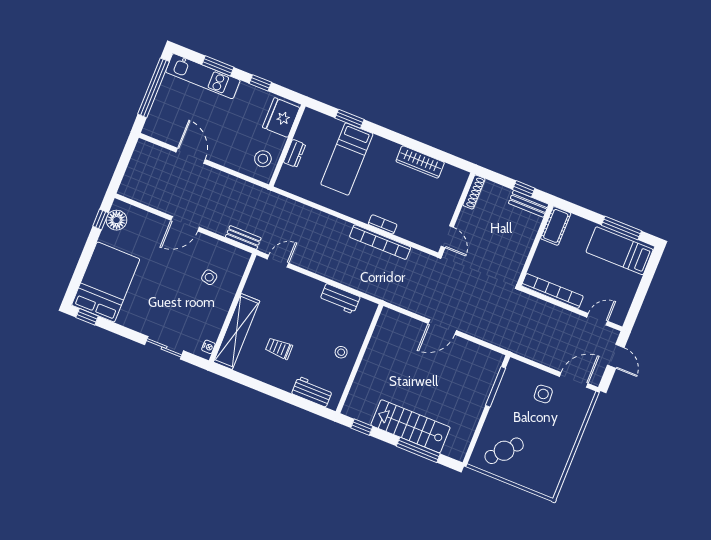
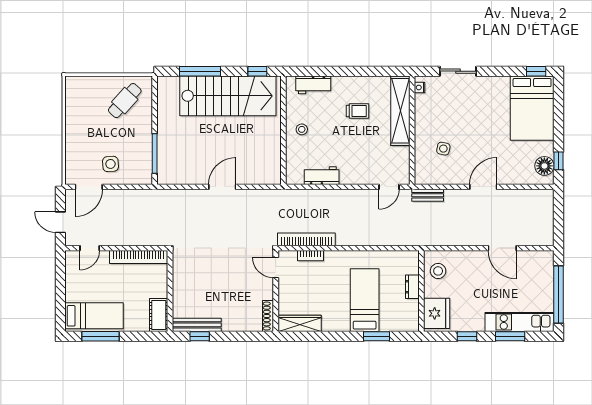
shoe rack: (474, 192) -> (268, 316), moved
bench: (529, 204) -> (197, 325), width x1.36
wall: (456, 214) -> (276, 291), moved
door: (447, 237) -> (276, 268), moved
stairs: (410, 426) -> (228, 96), width x1.36, depth x1.51

